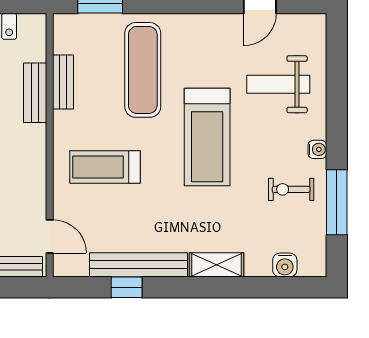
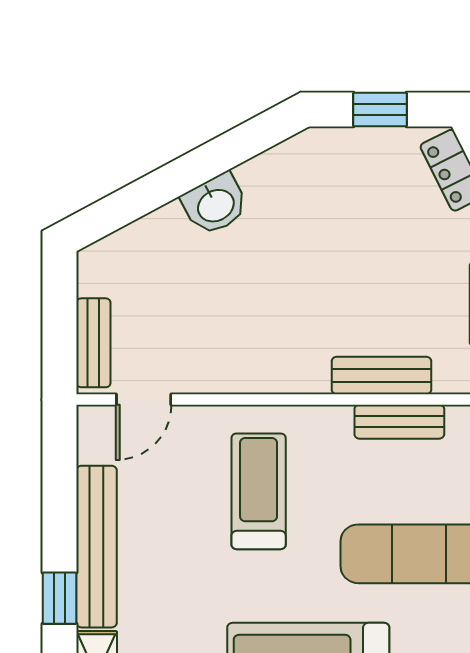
window: (127, 287) -> (60, 598), moved

